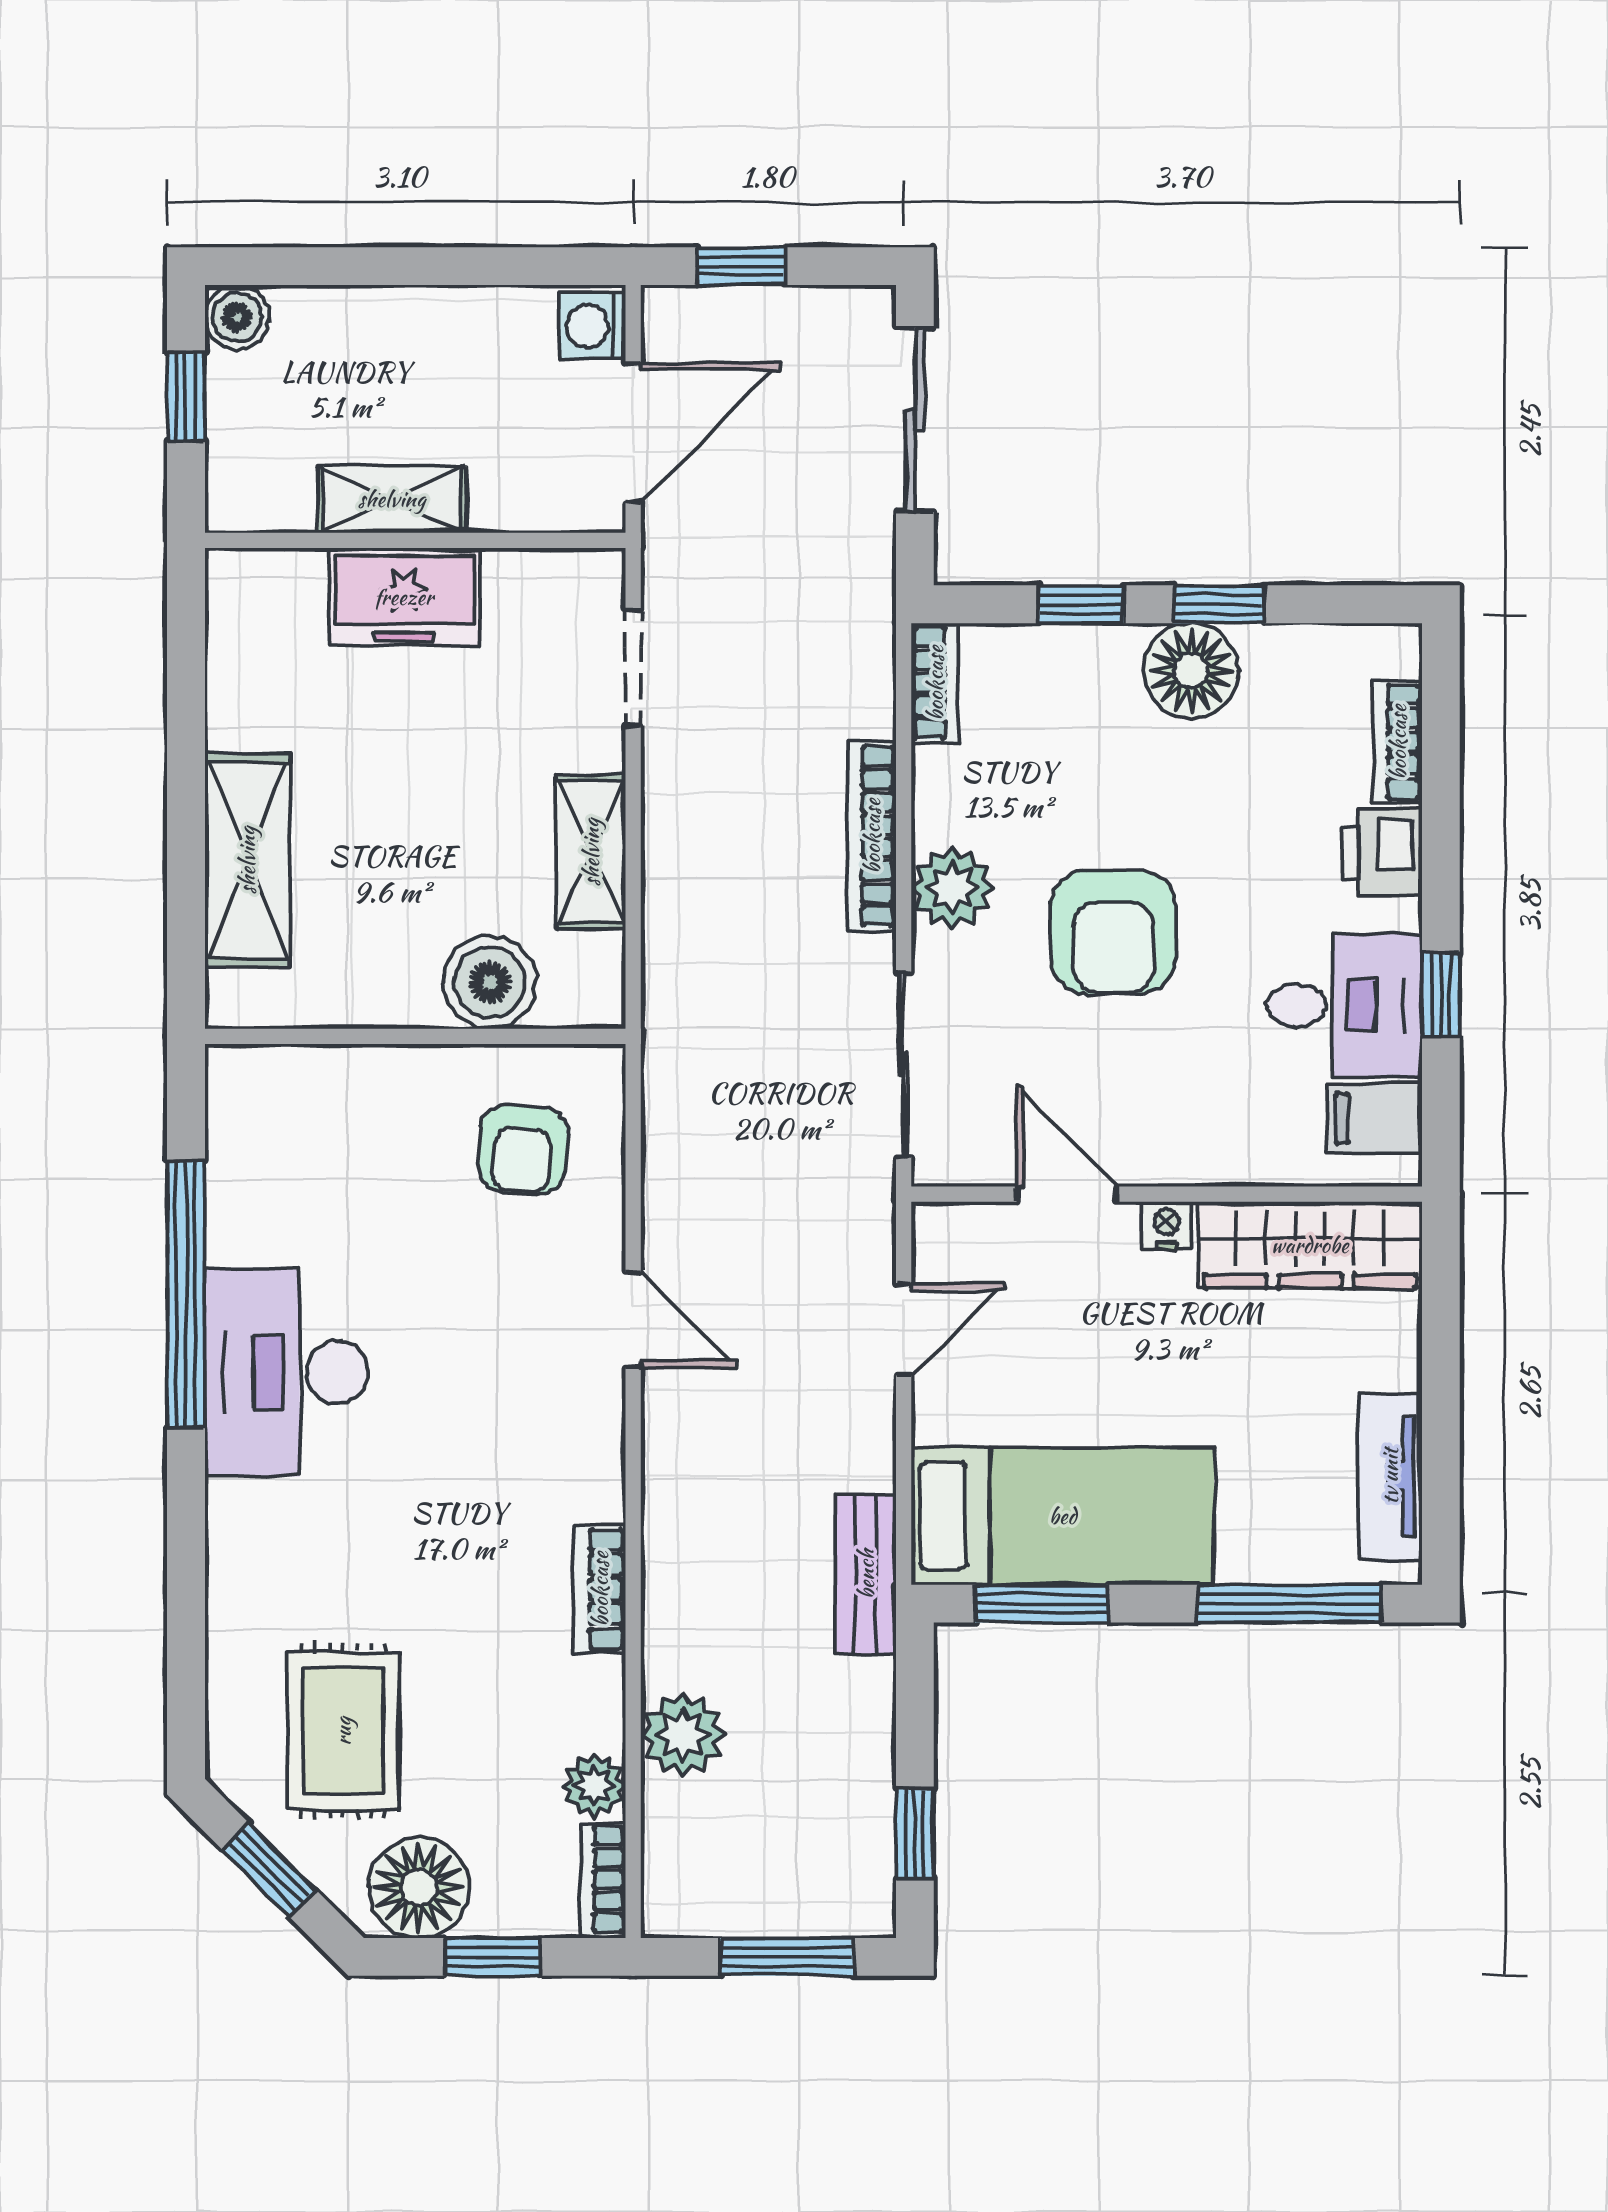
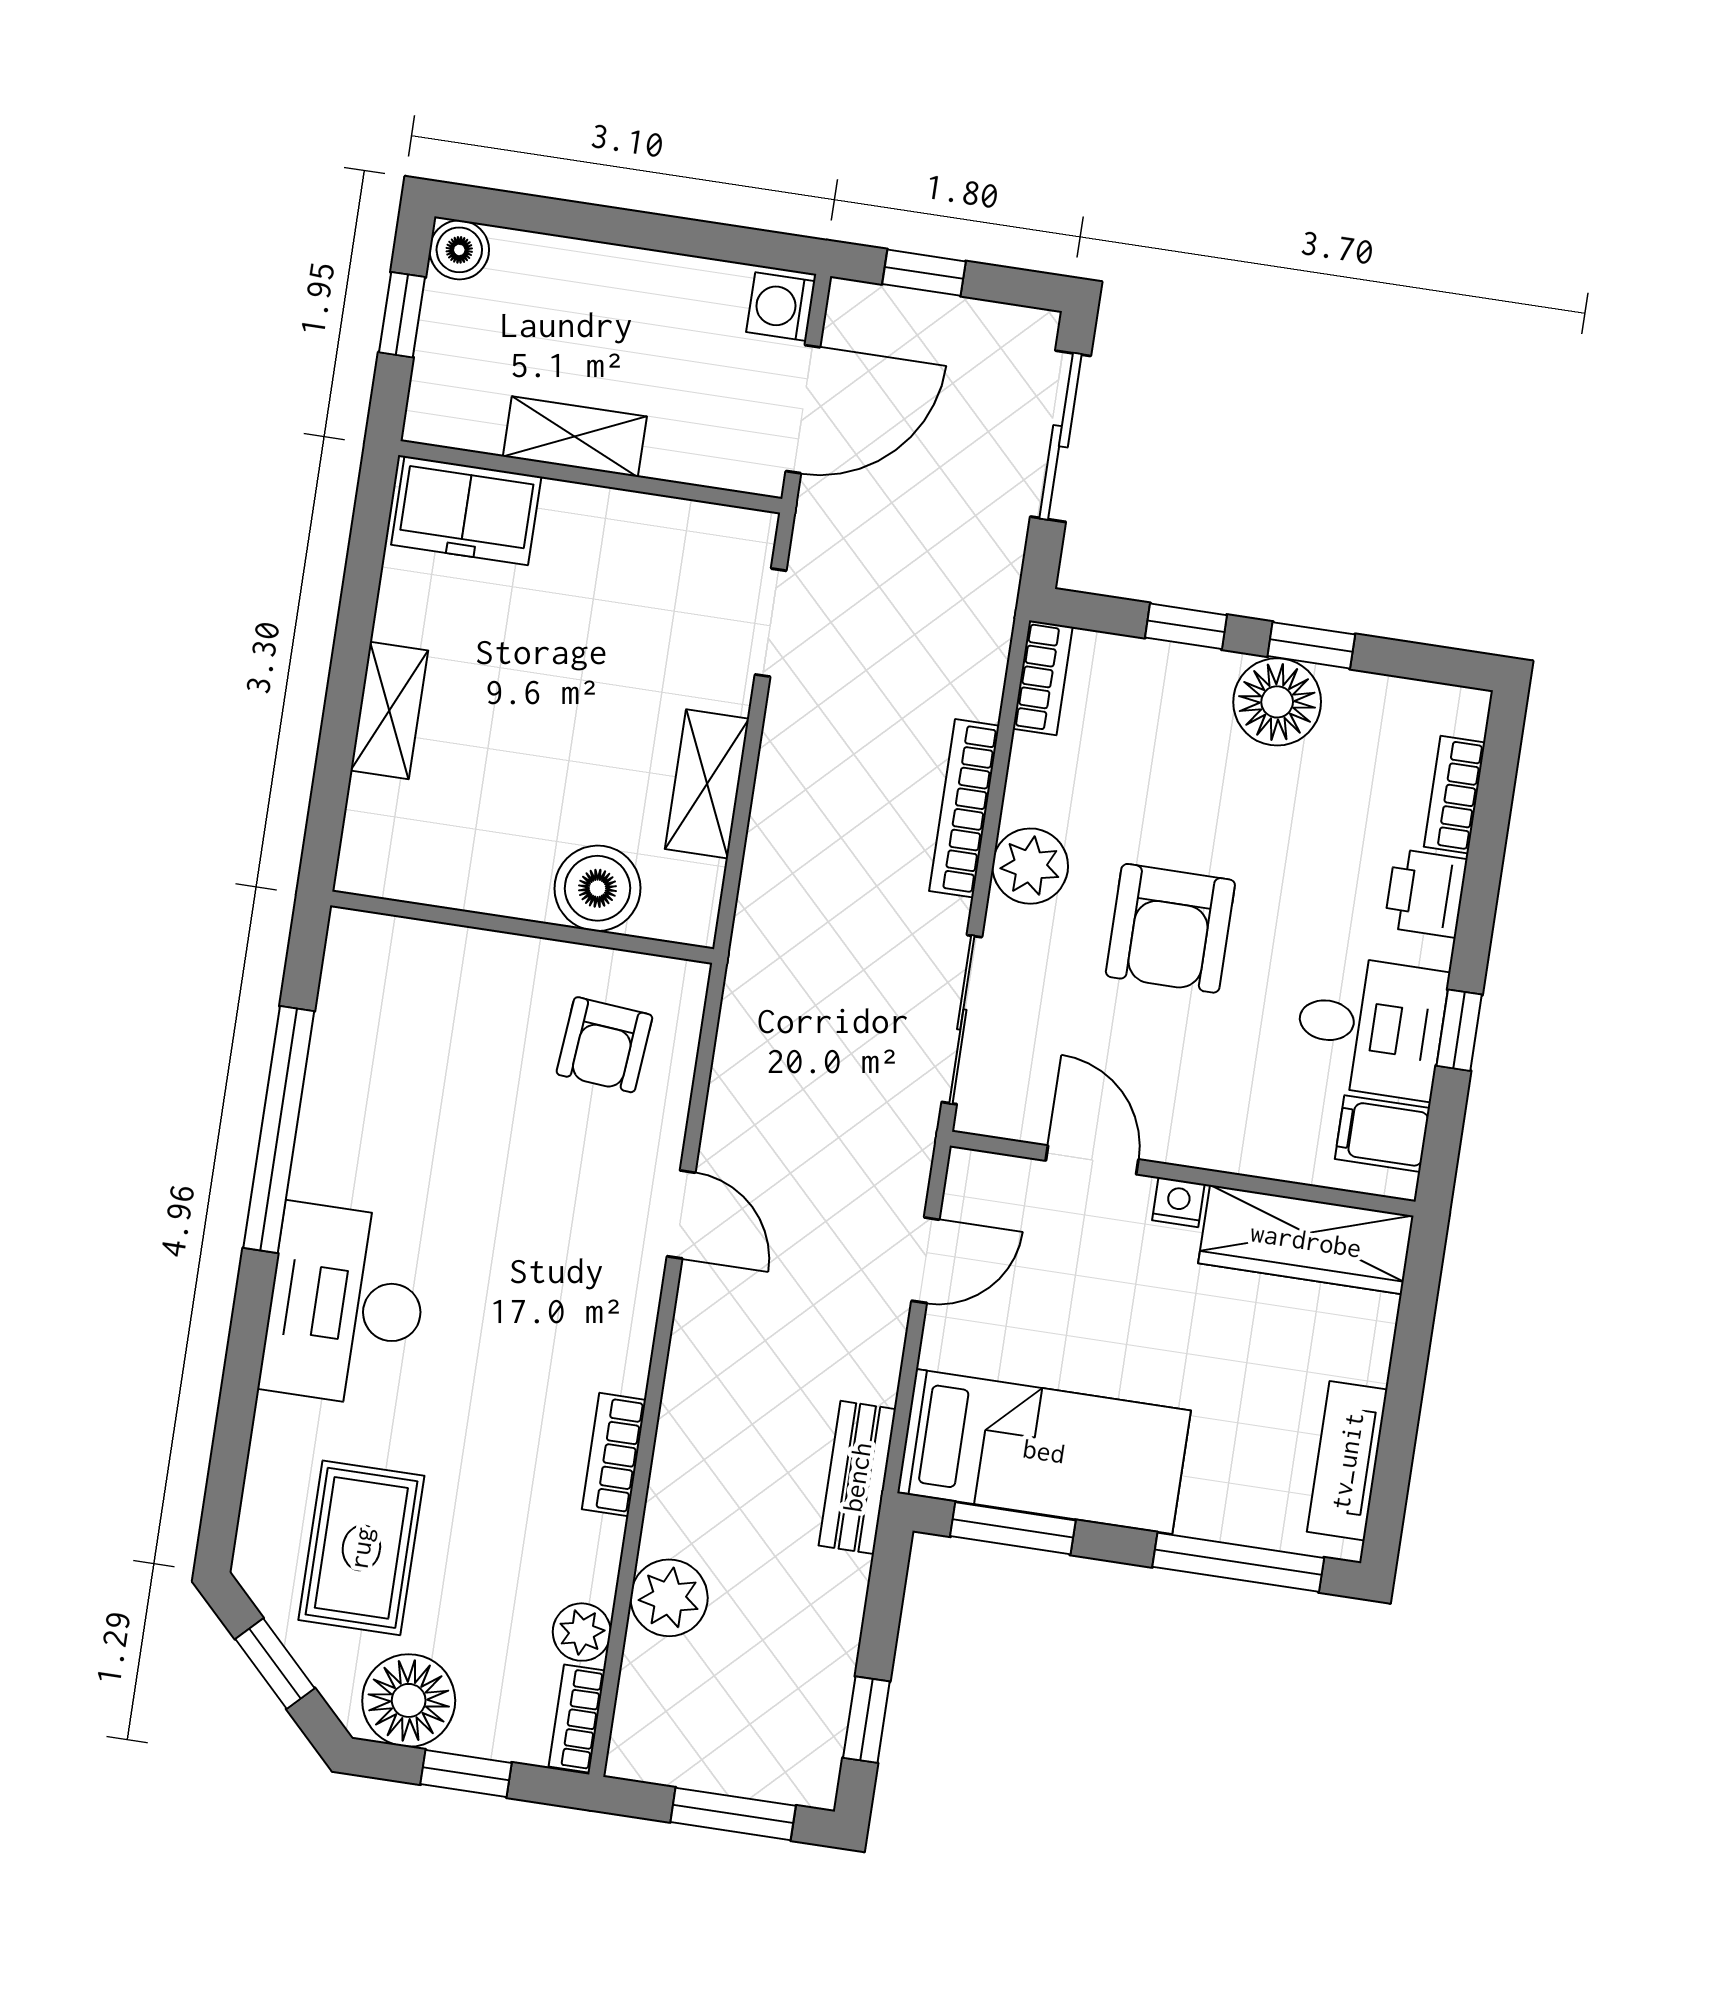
freezer: (404, 597) -> (466, 511), moved
shelving: (247, 860) -> (389, 710), width x0.67, depth x0.75
desk: (287, 1372) -> (346, 1305), moved

